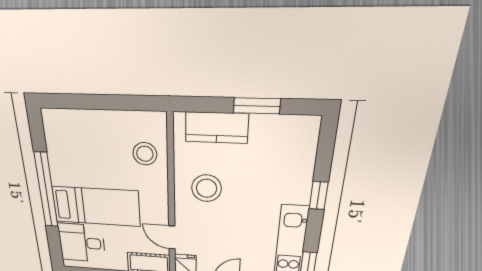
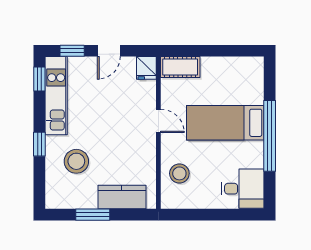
stool: (207, 188) -> (76, 161), moved
door: (172, 237) -> (158, 121), moved
desk: (82, 243) -> (243, 189), moved

